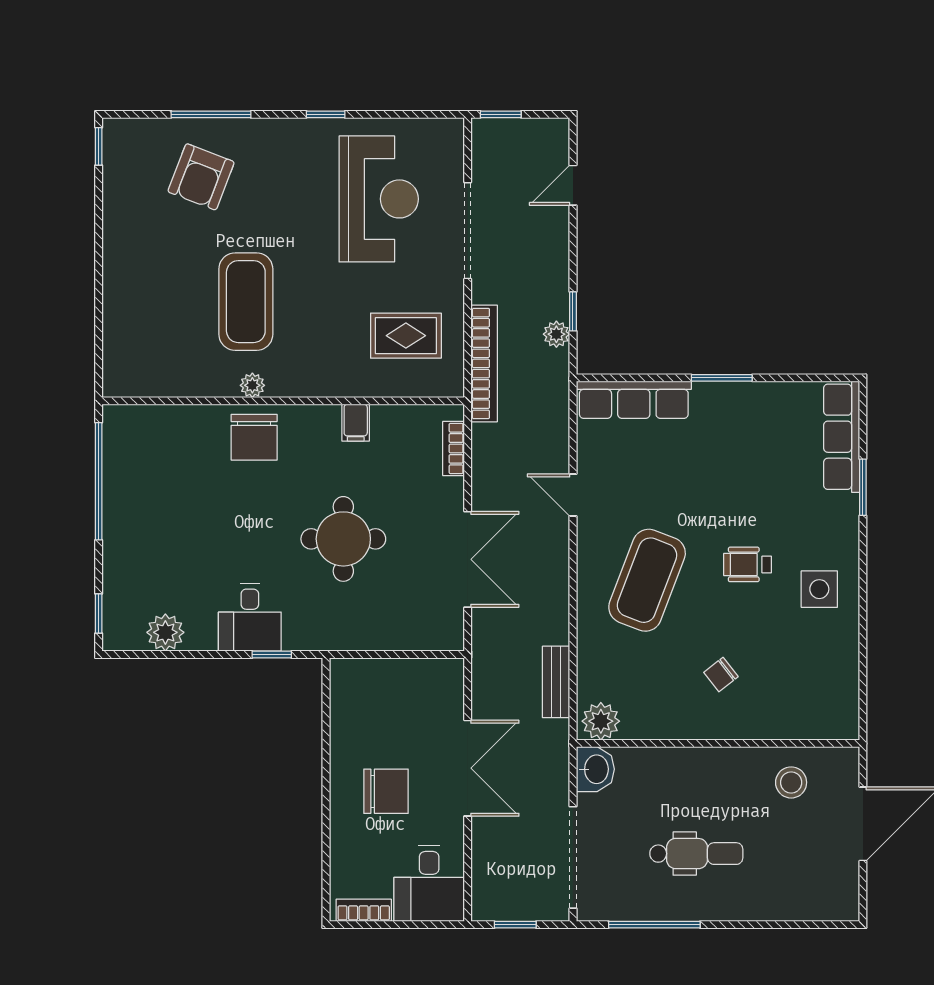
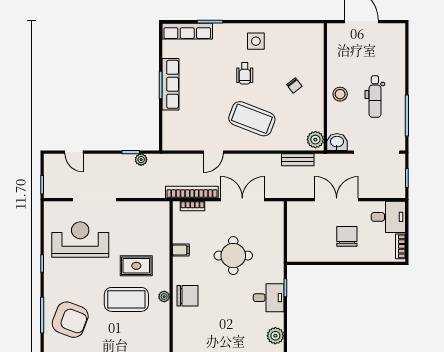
armchair: (201, 177) -> (70, 320), width x1.36, depth x1.36
rug: (406, 336) -> (136, 266), moved, turned 90
bookcase: (484, 363) -> (192, 192), moved
row of seats: (634, 400) -> (171, 84), moved
stool: (791, 782) -> (340, 94), moved
dental chair: (696, 854) -> (375, 97), turned 180

